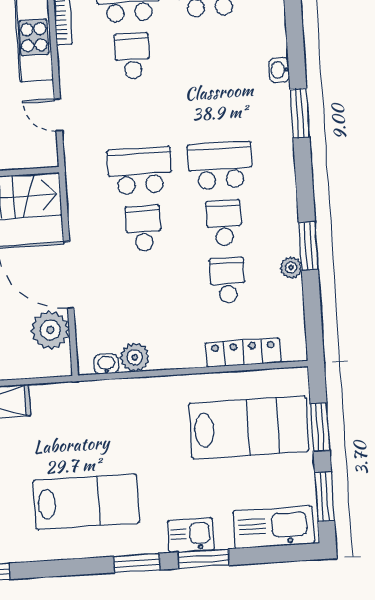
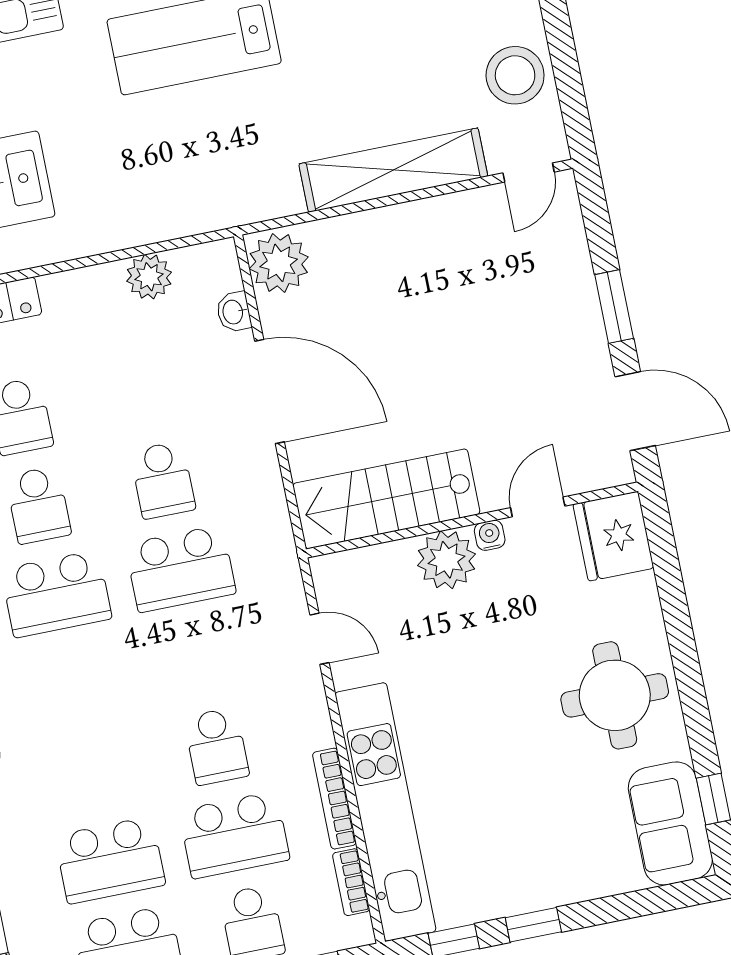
plant: (50, 330) -> (279, 263), moved
washbasin: (106, 364) -> (234, 312), moved, turned 90

